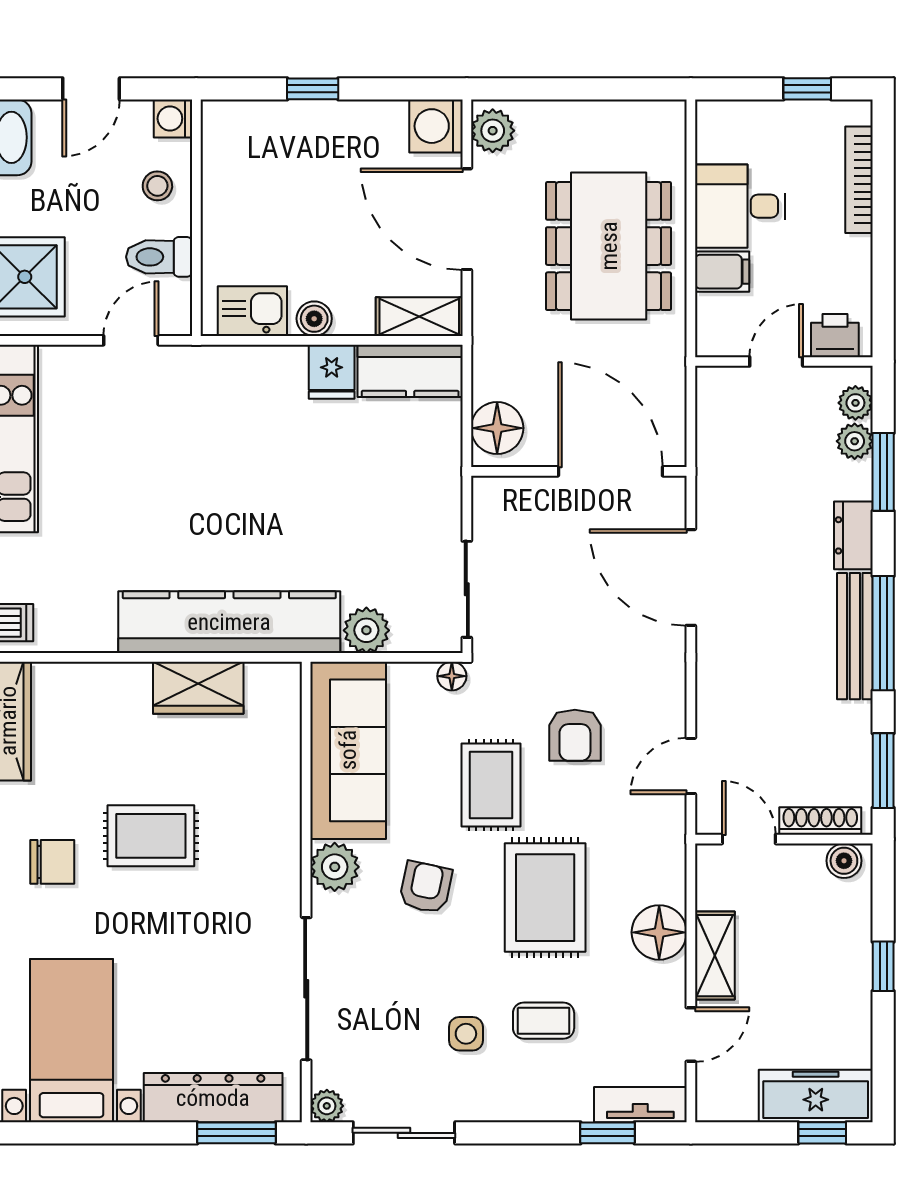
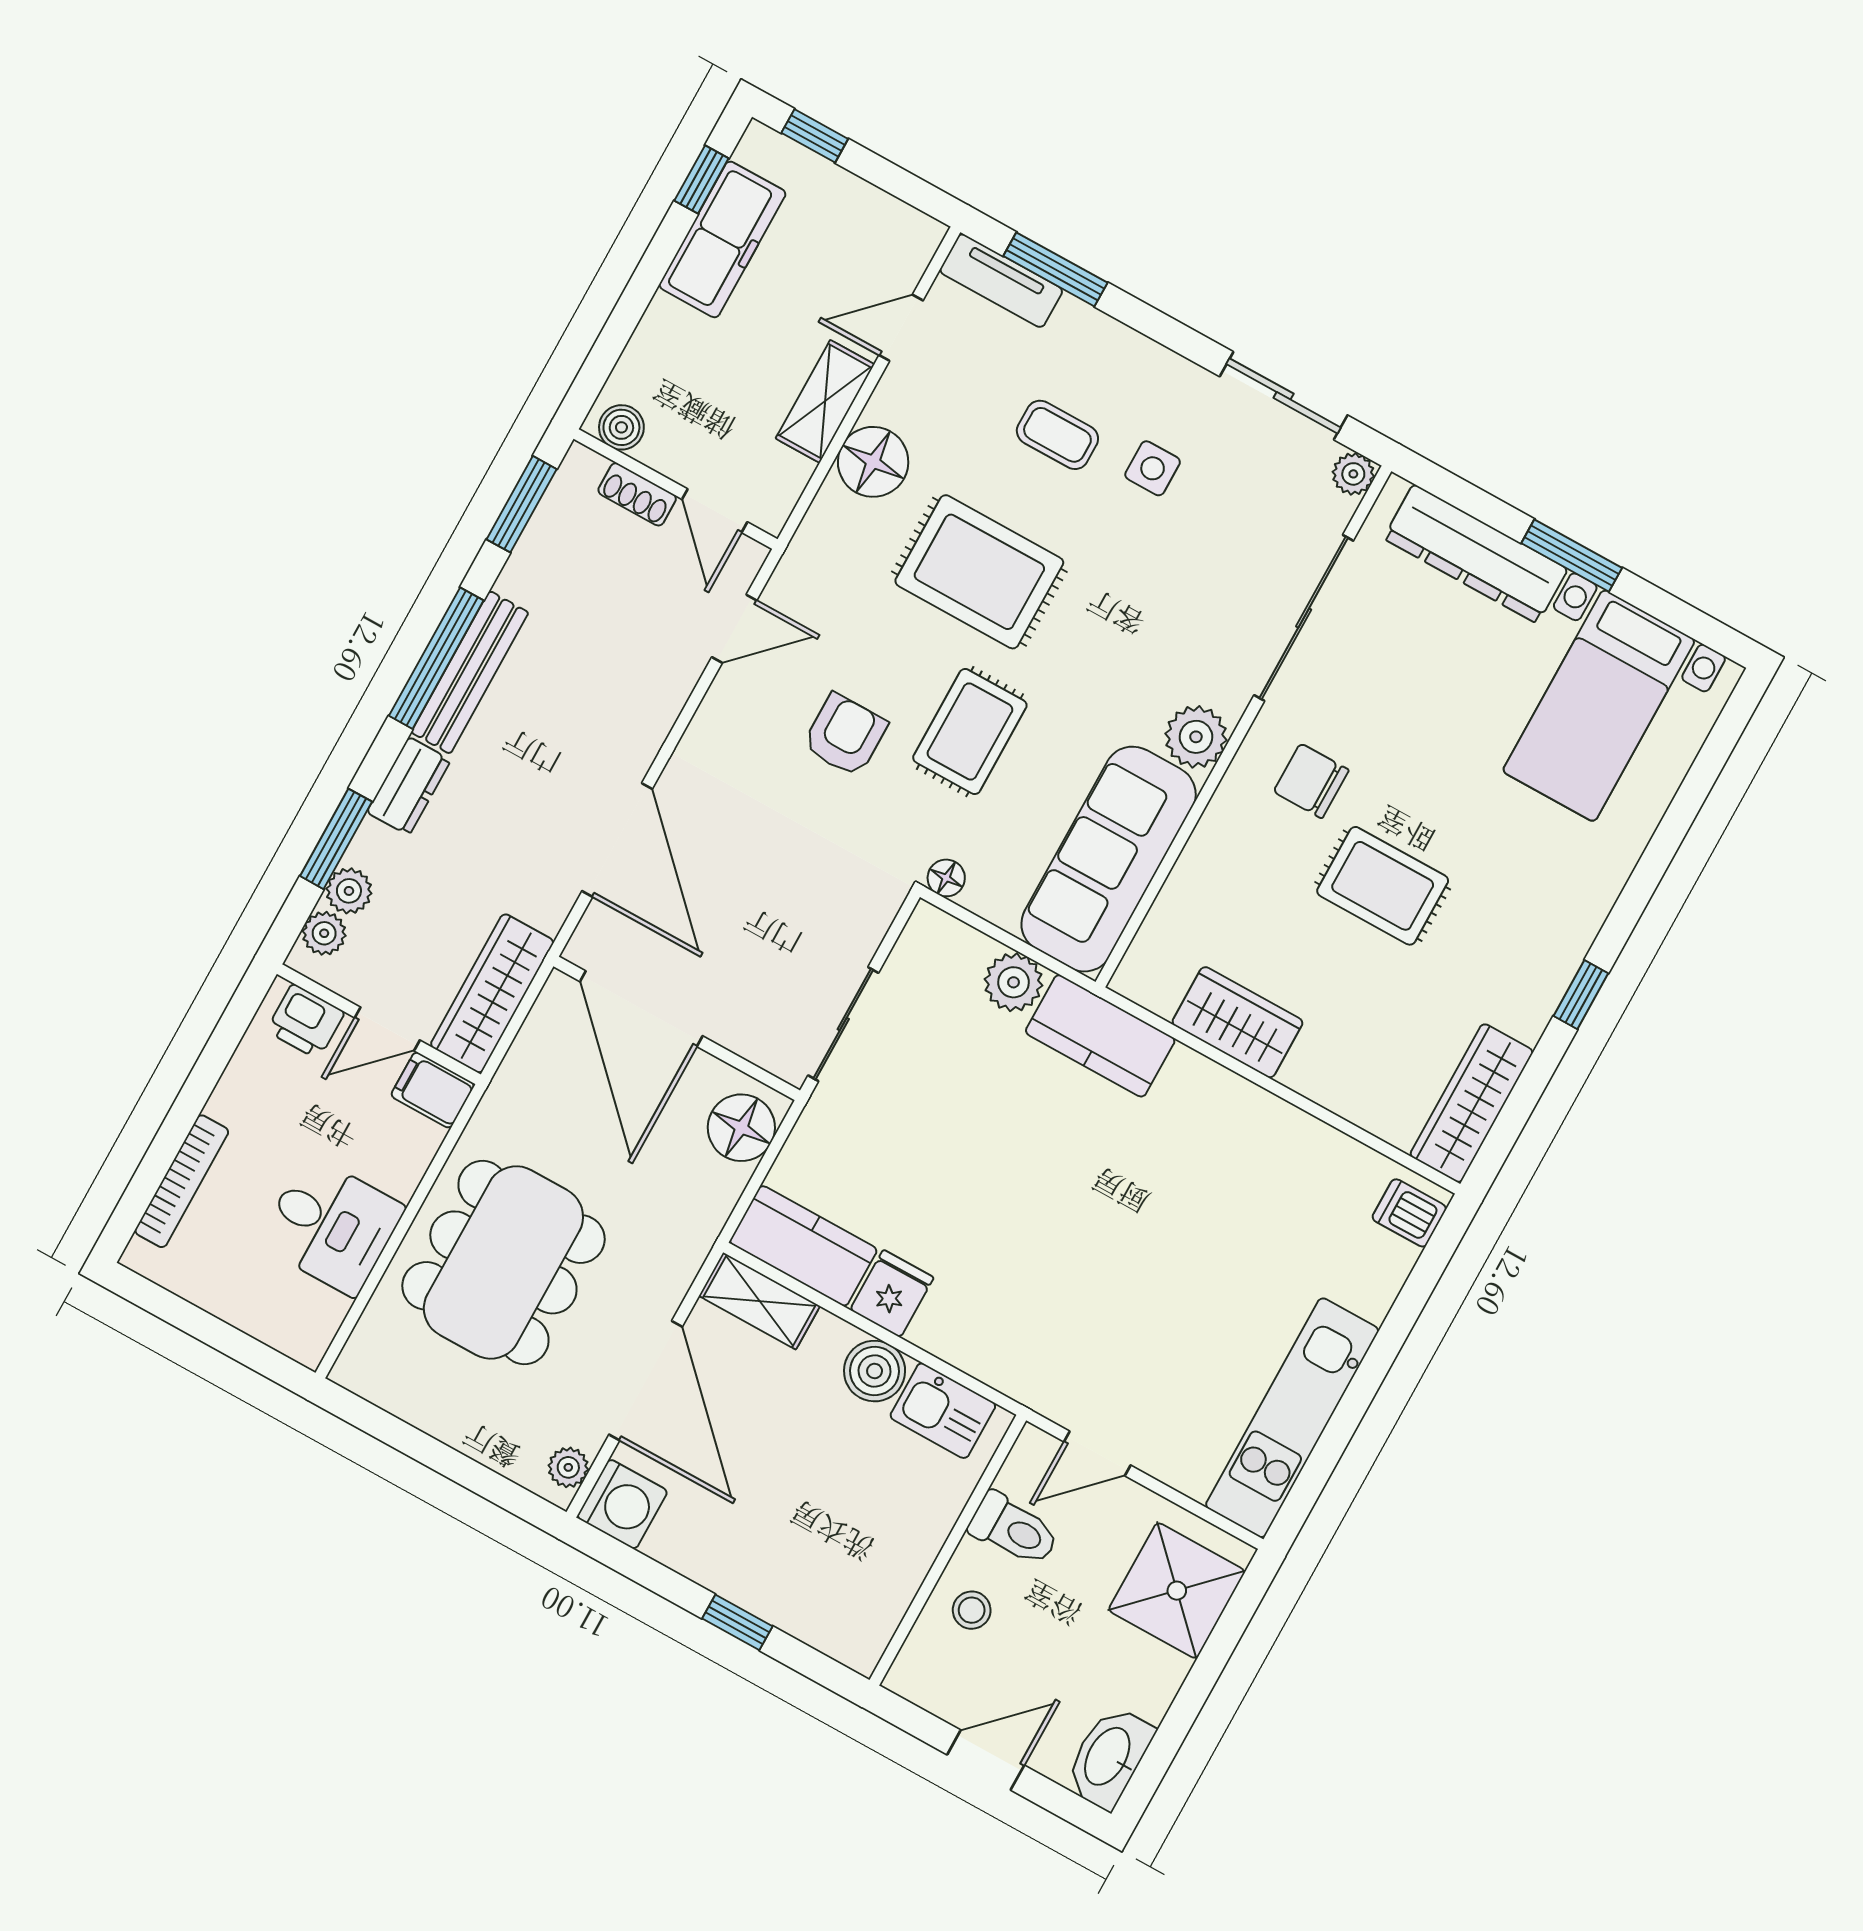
window: (807, 89) -> (183, 1315), removed
washing machine: (173, 119) -> (912, 1676), removed
plant: (493, 131) -> (568, 1467), width x0.73, depth x0.73
filing cabinet: (722, 272) -> (433, 1090), moved
boiler: (314, 319) -> (875, 1371), width x1.36, depth x1.36
wardrobe: (718, 425) -> (492, 993), added
sliding door: (467, 589) -> (843, 1024), moved
kitchen counter: (229, 622) -> (1100, 1036), width x0.48, depth x0.86
shoe rack: (820, 821) -> (637, 494), width x0.70
chair: (52, 862) -> (1311, 781), moved
armchair: (426, 887) -> (1107, 657), removed
rug: (545, 898) -> (979, 572), turned 90
window: (883, 966) -> (702, 179), moved
freezer: (816, 1096) -> (722, 239), moved, turned -90
window: (236, 1133) -> (1572, 555), moved
window: (608, 1133) -> (1055, 269), width x1.50

